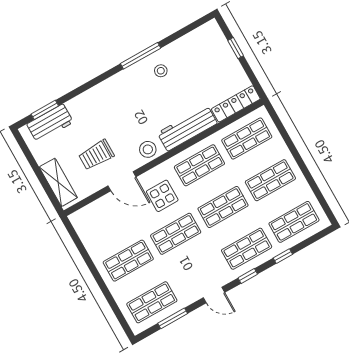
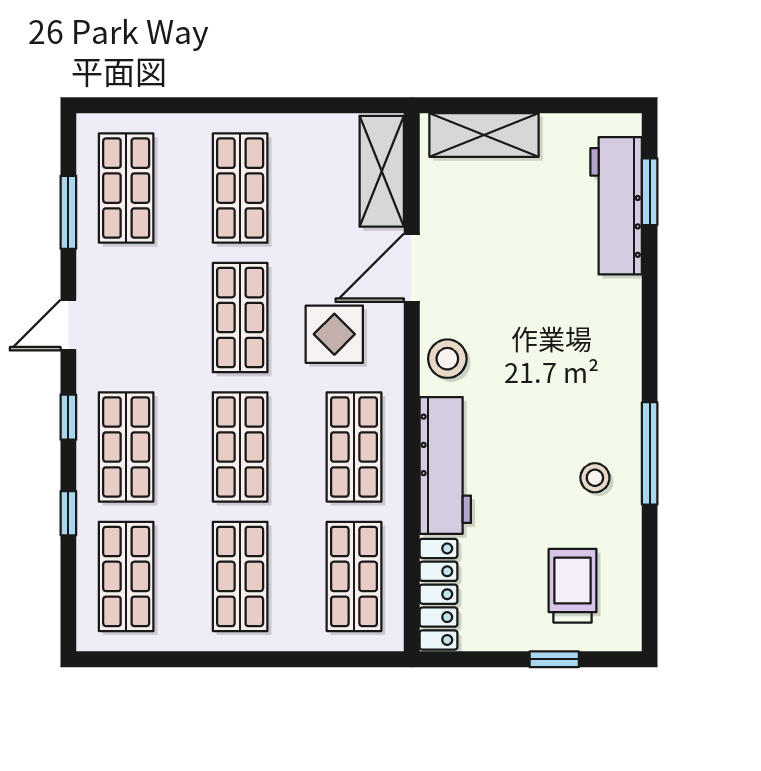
workbench: (50, 123) -> (616, 206), width x1.38
trolley: (96, 155) -> (573, 586), moved
shelving: (93, 212) -> (382, 171), added

